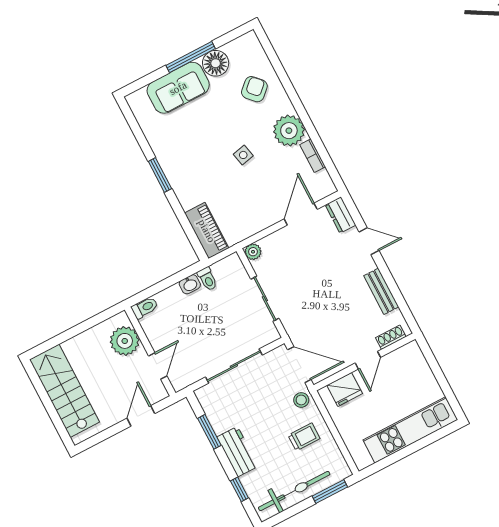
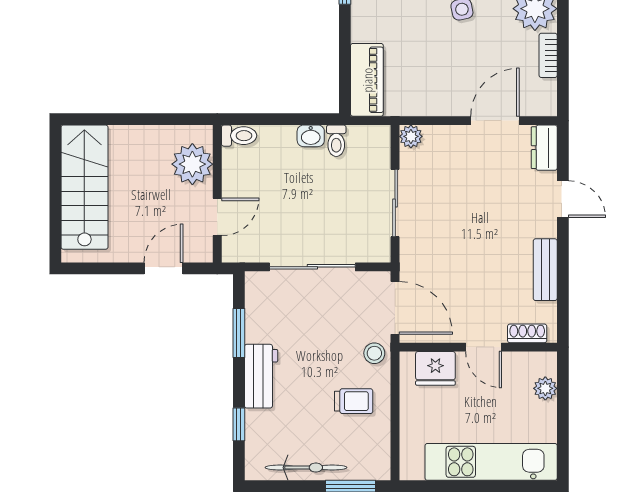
door: (368, 360) -> (484, 347), hinge flipped
plant: (420, 366) -> (545, 388), added
bicycle: (294, 491) -> (306, 468), width x0.73, depth x0.71

